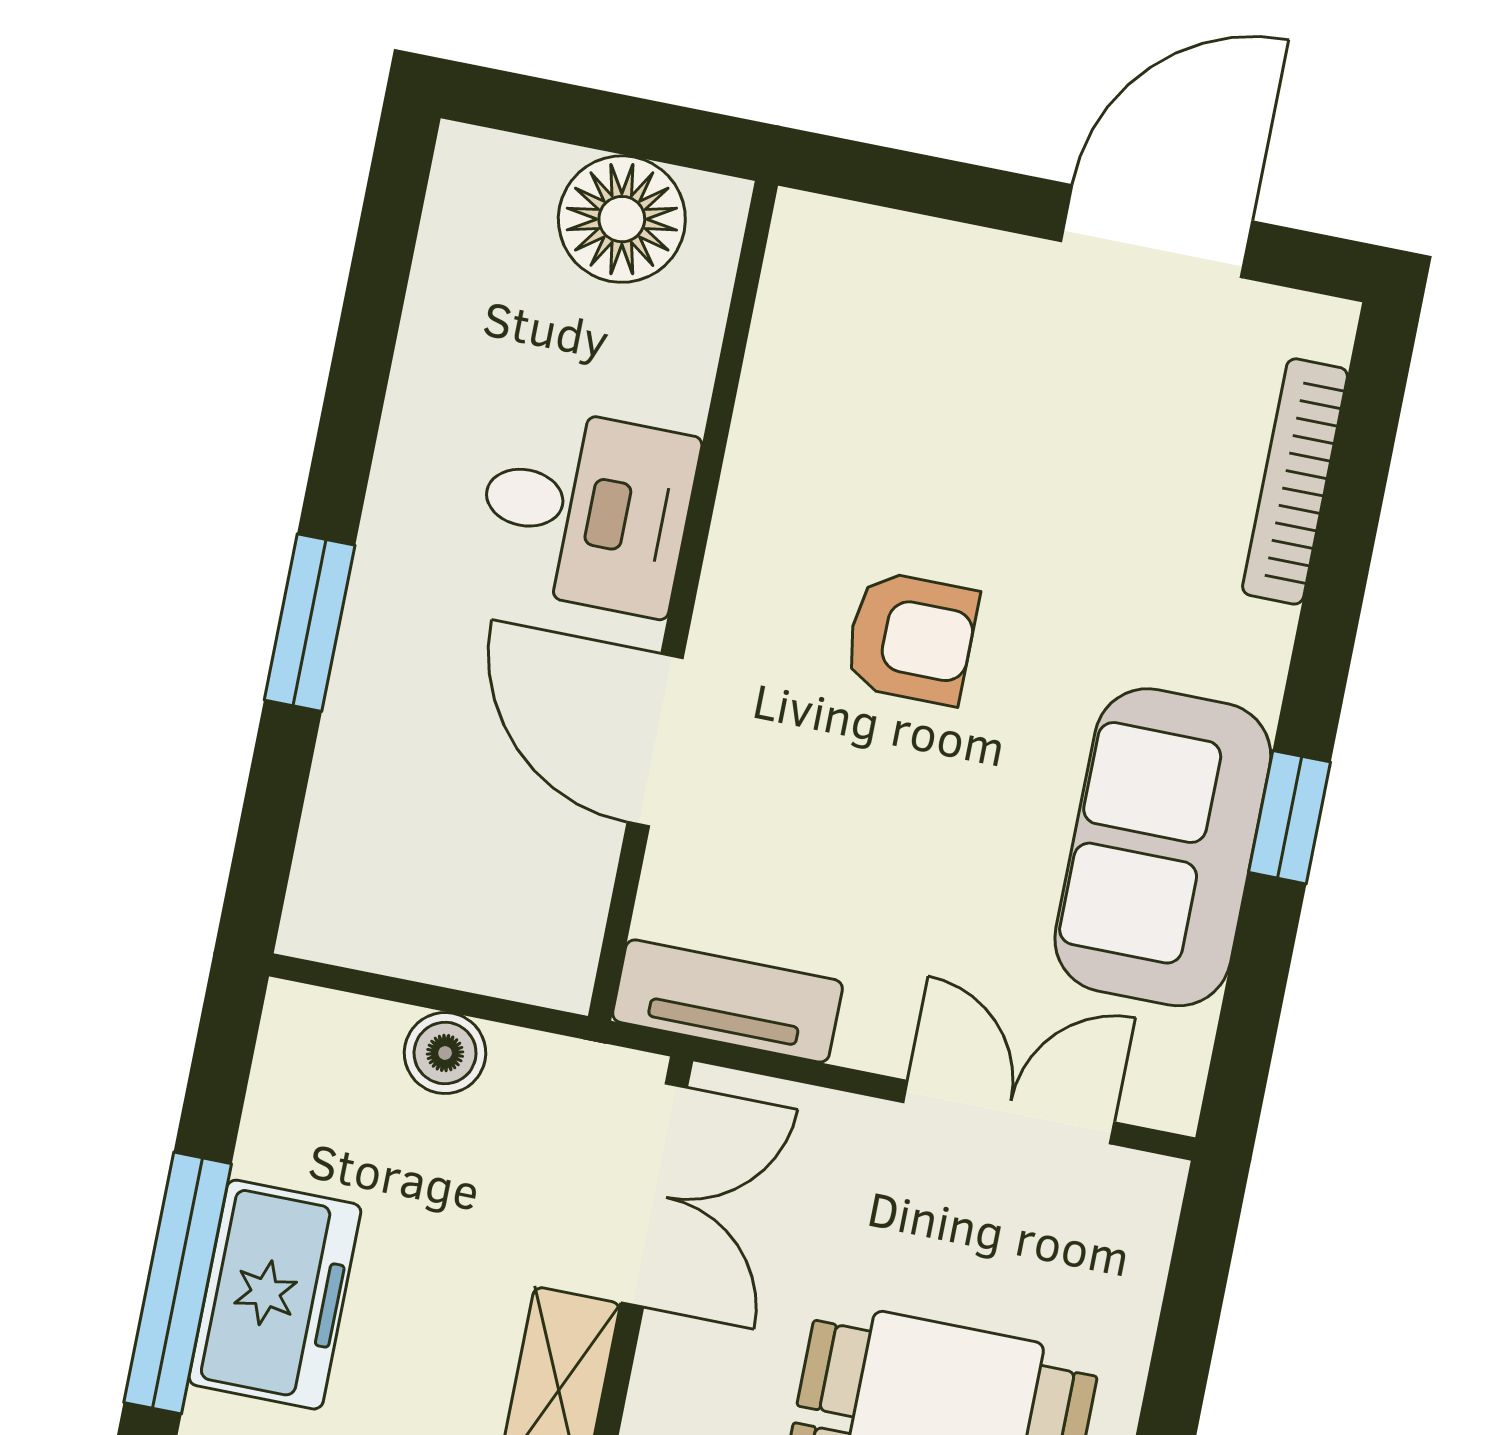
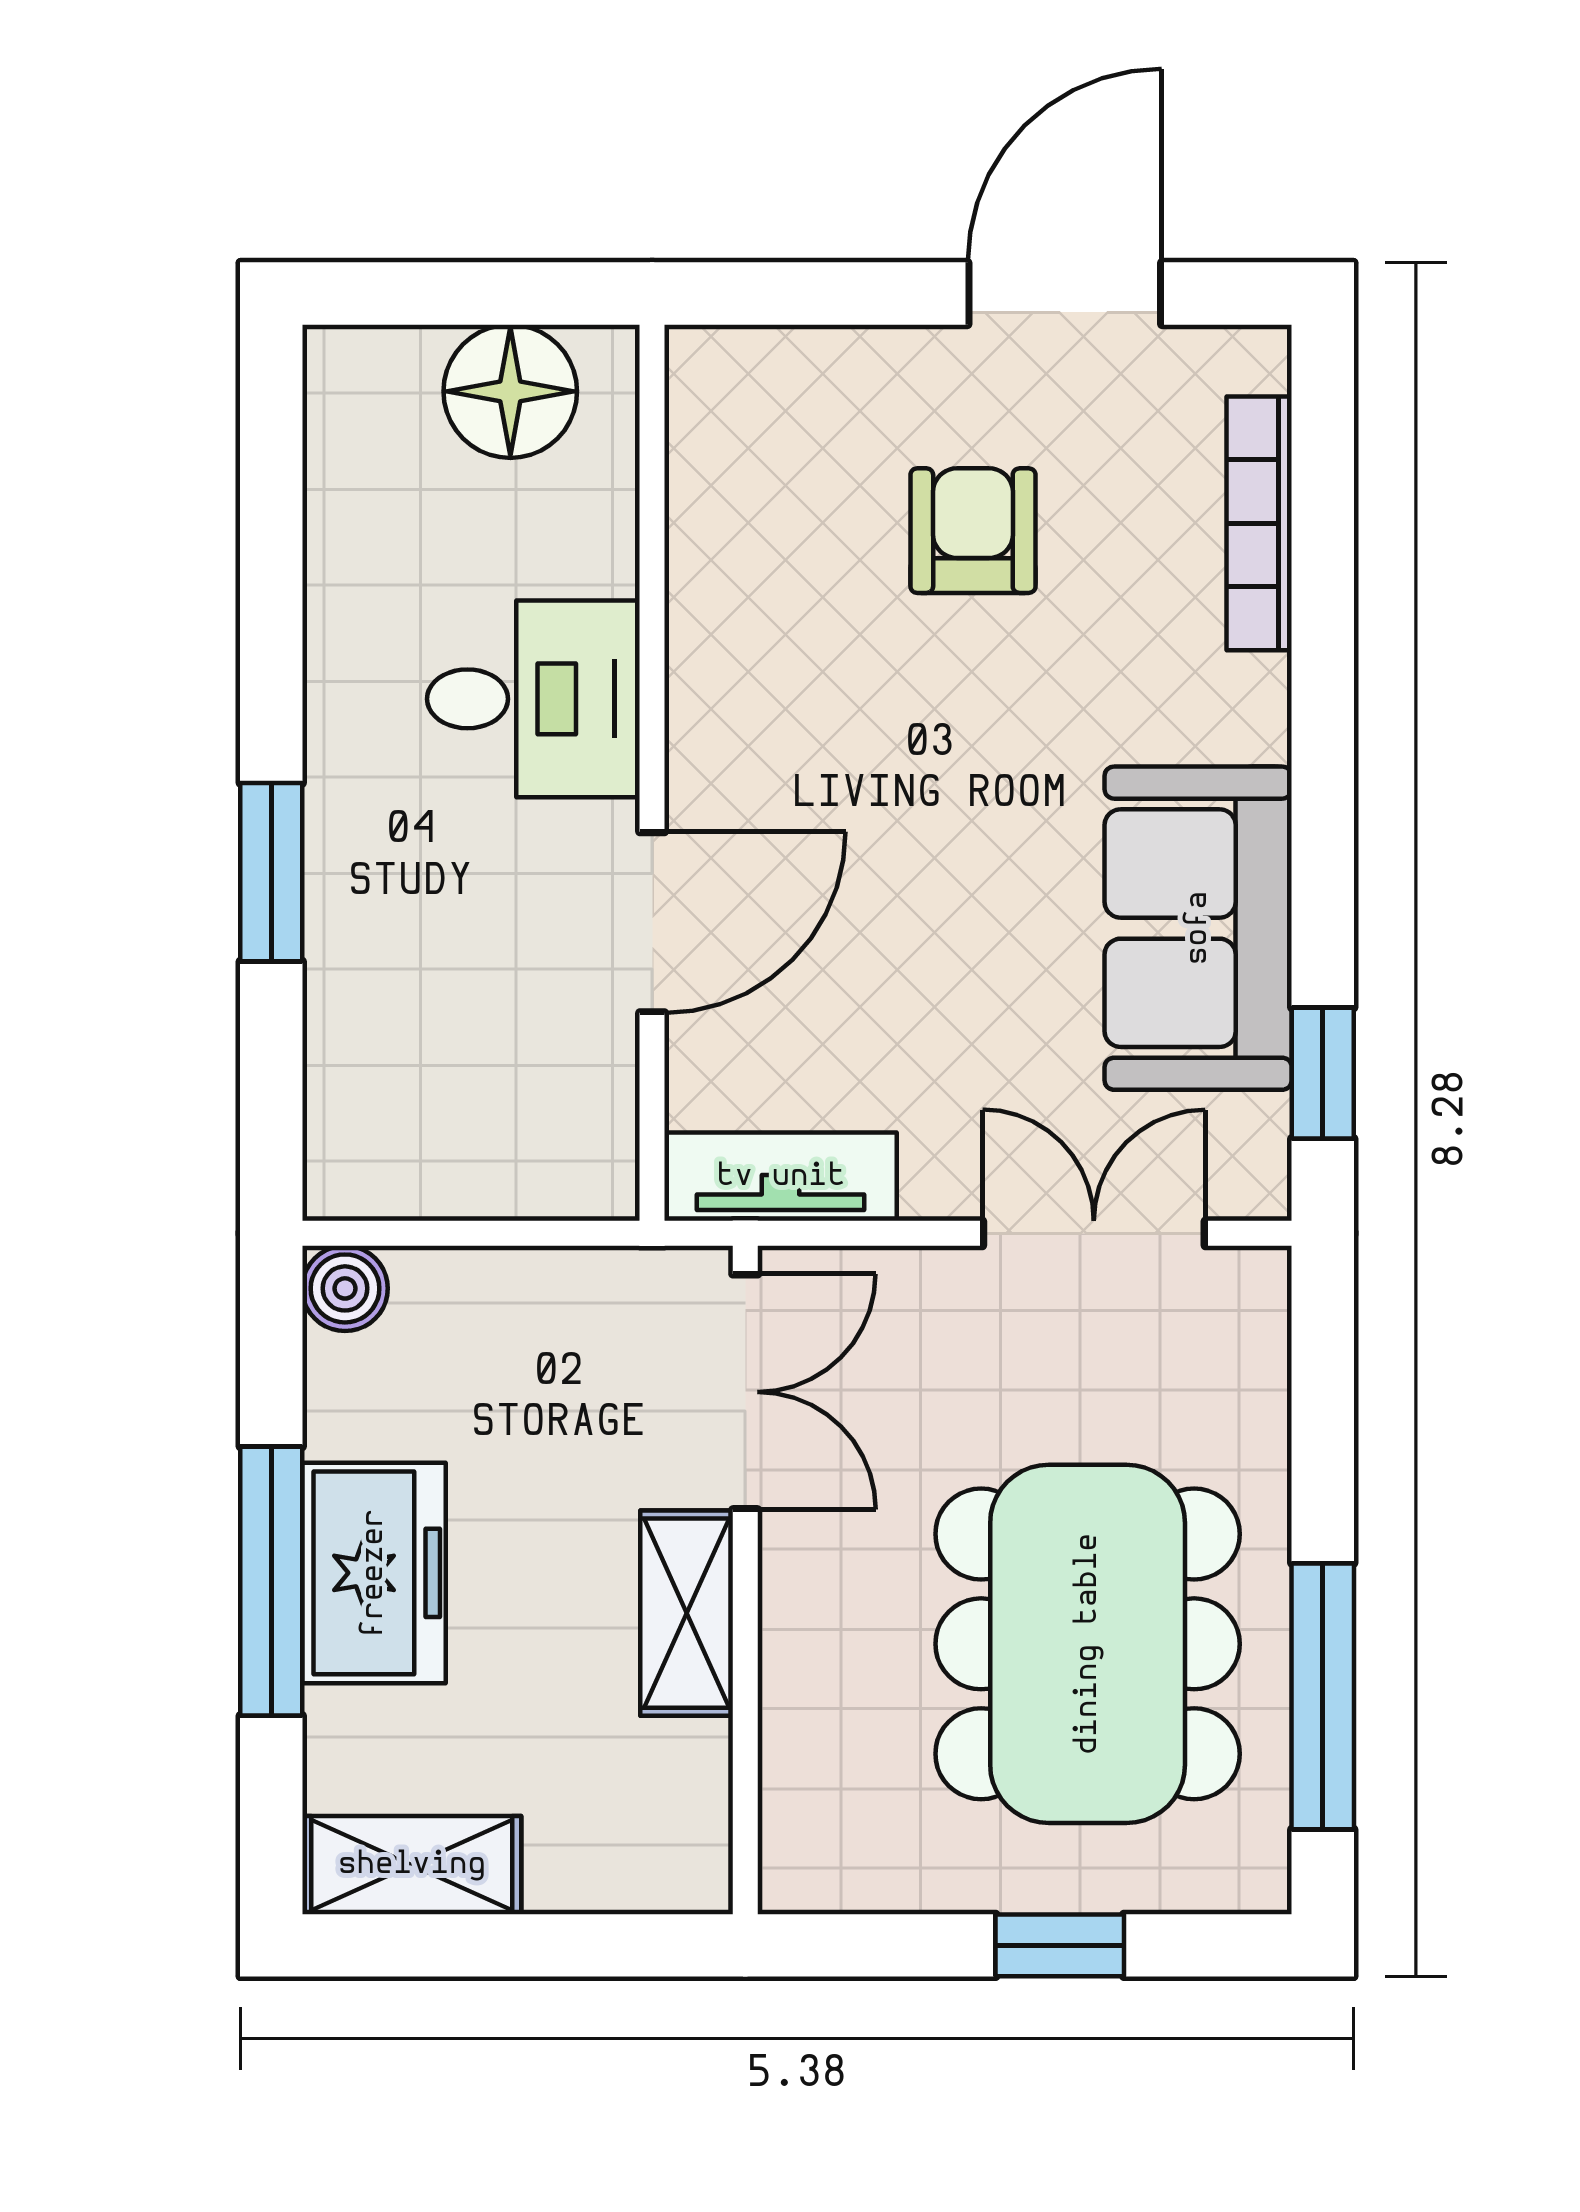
armchair: (911, 638) -> (973, 531), moved, turned -90
door: (655, 740) -> (652, 922), swing flipped
window: (1290, 817) -> (1323, 1073), moved
boiler: (445, 1053) -> (345, 1288), moved

